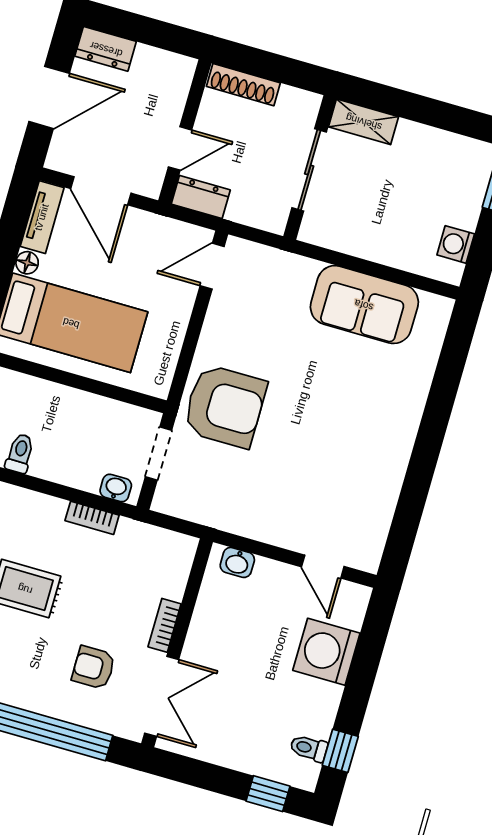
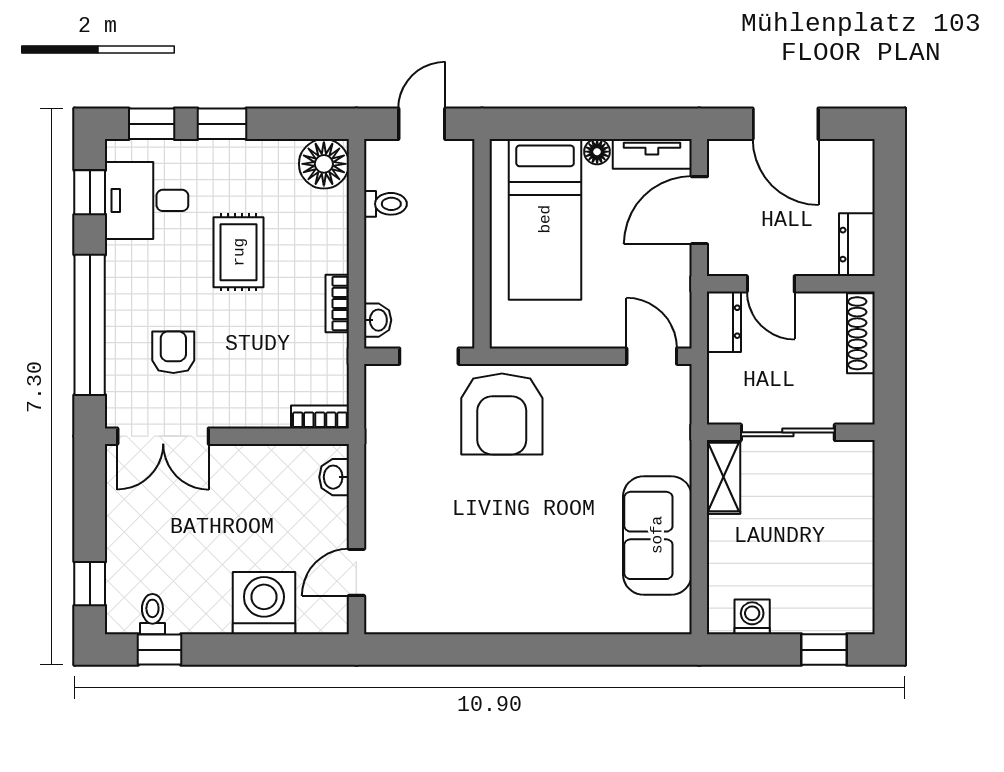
dresser: (106, 49) -> (857, 245), moved
shelving: (364, 122) -> (724, 477), moved
bookcase: (165, 625) -> (320, 417), moved

